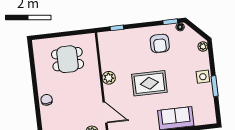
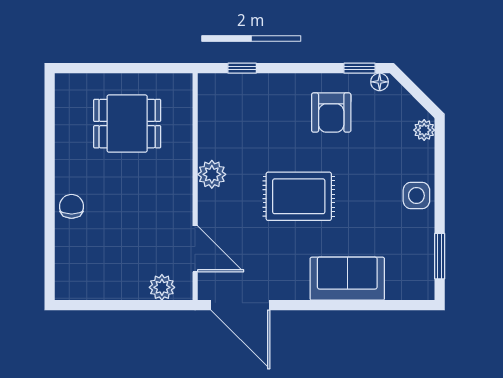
window: (215, 86) -> (440, 256), moved

